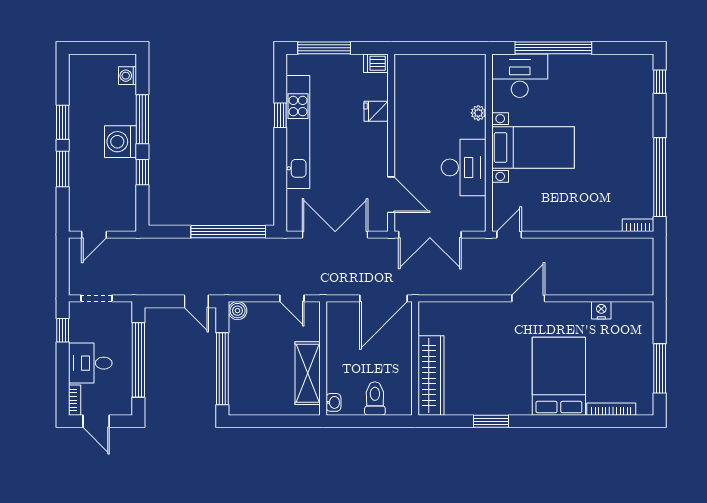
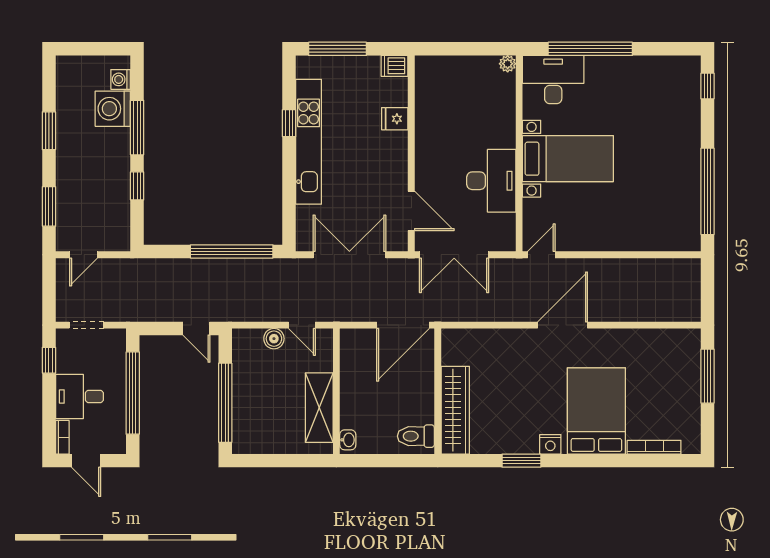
plant: (478, 113) -> (508, 64), moved
washing machine: (120, 142) -> (113, 109), moved
window: (63, 169) -> (49, 206), moved
bookcase: (638, 225) -> (684, 244), removed
door: (528, 298) -> (563, 325), width x1.36
nightstand: (601, 310) -> (550, 444), moved, turned 180
boiler: (238, 311) -> (274, 339), moved
window: (660, 368) -> (708, 376), moved
toilet: (375, 398) -> (416, 436), moved, turned -90

